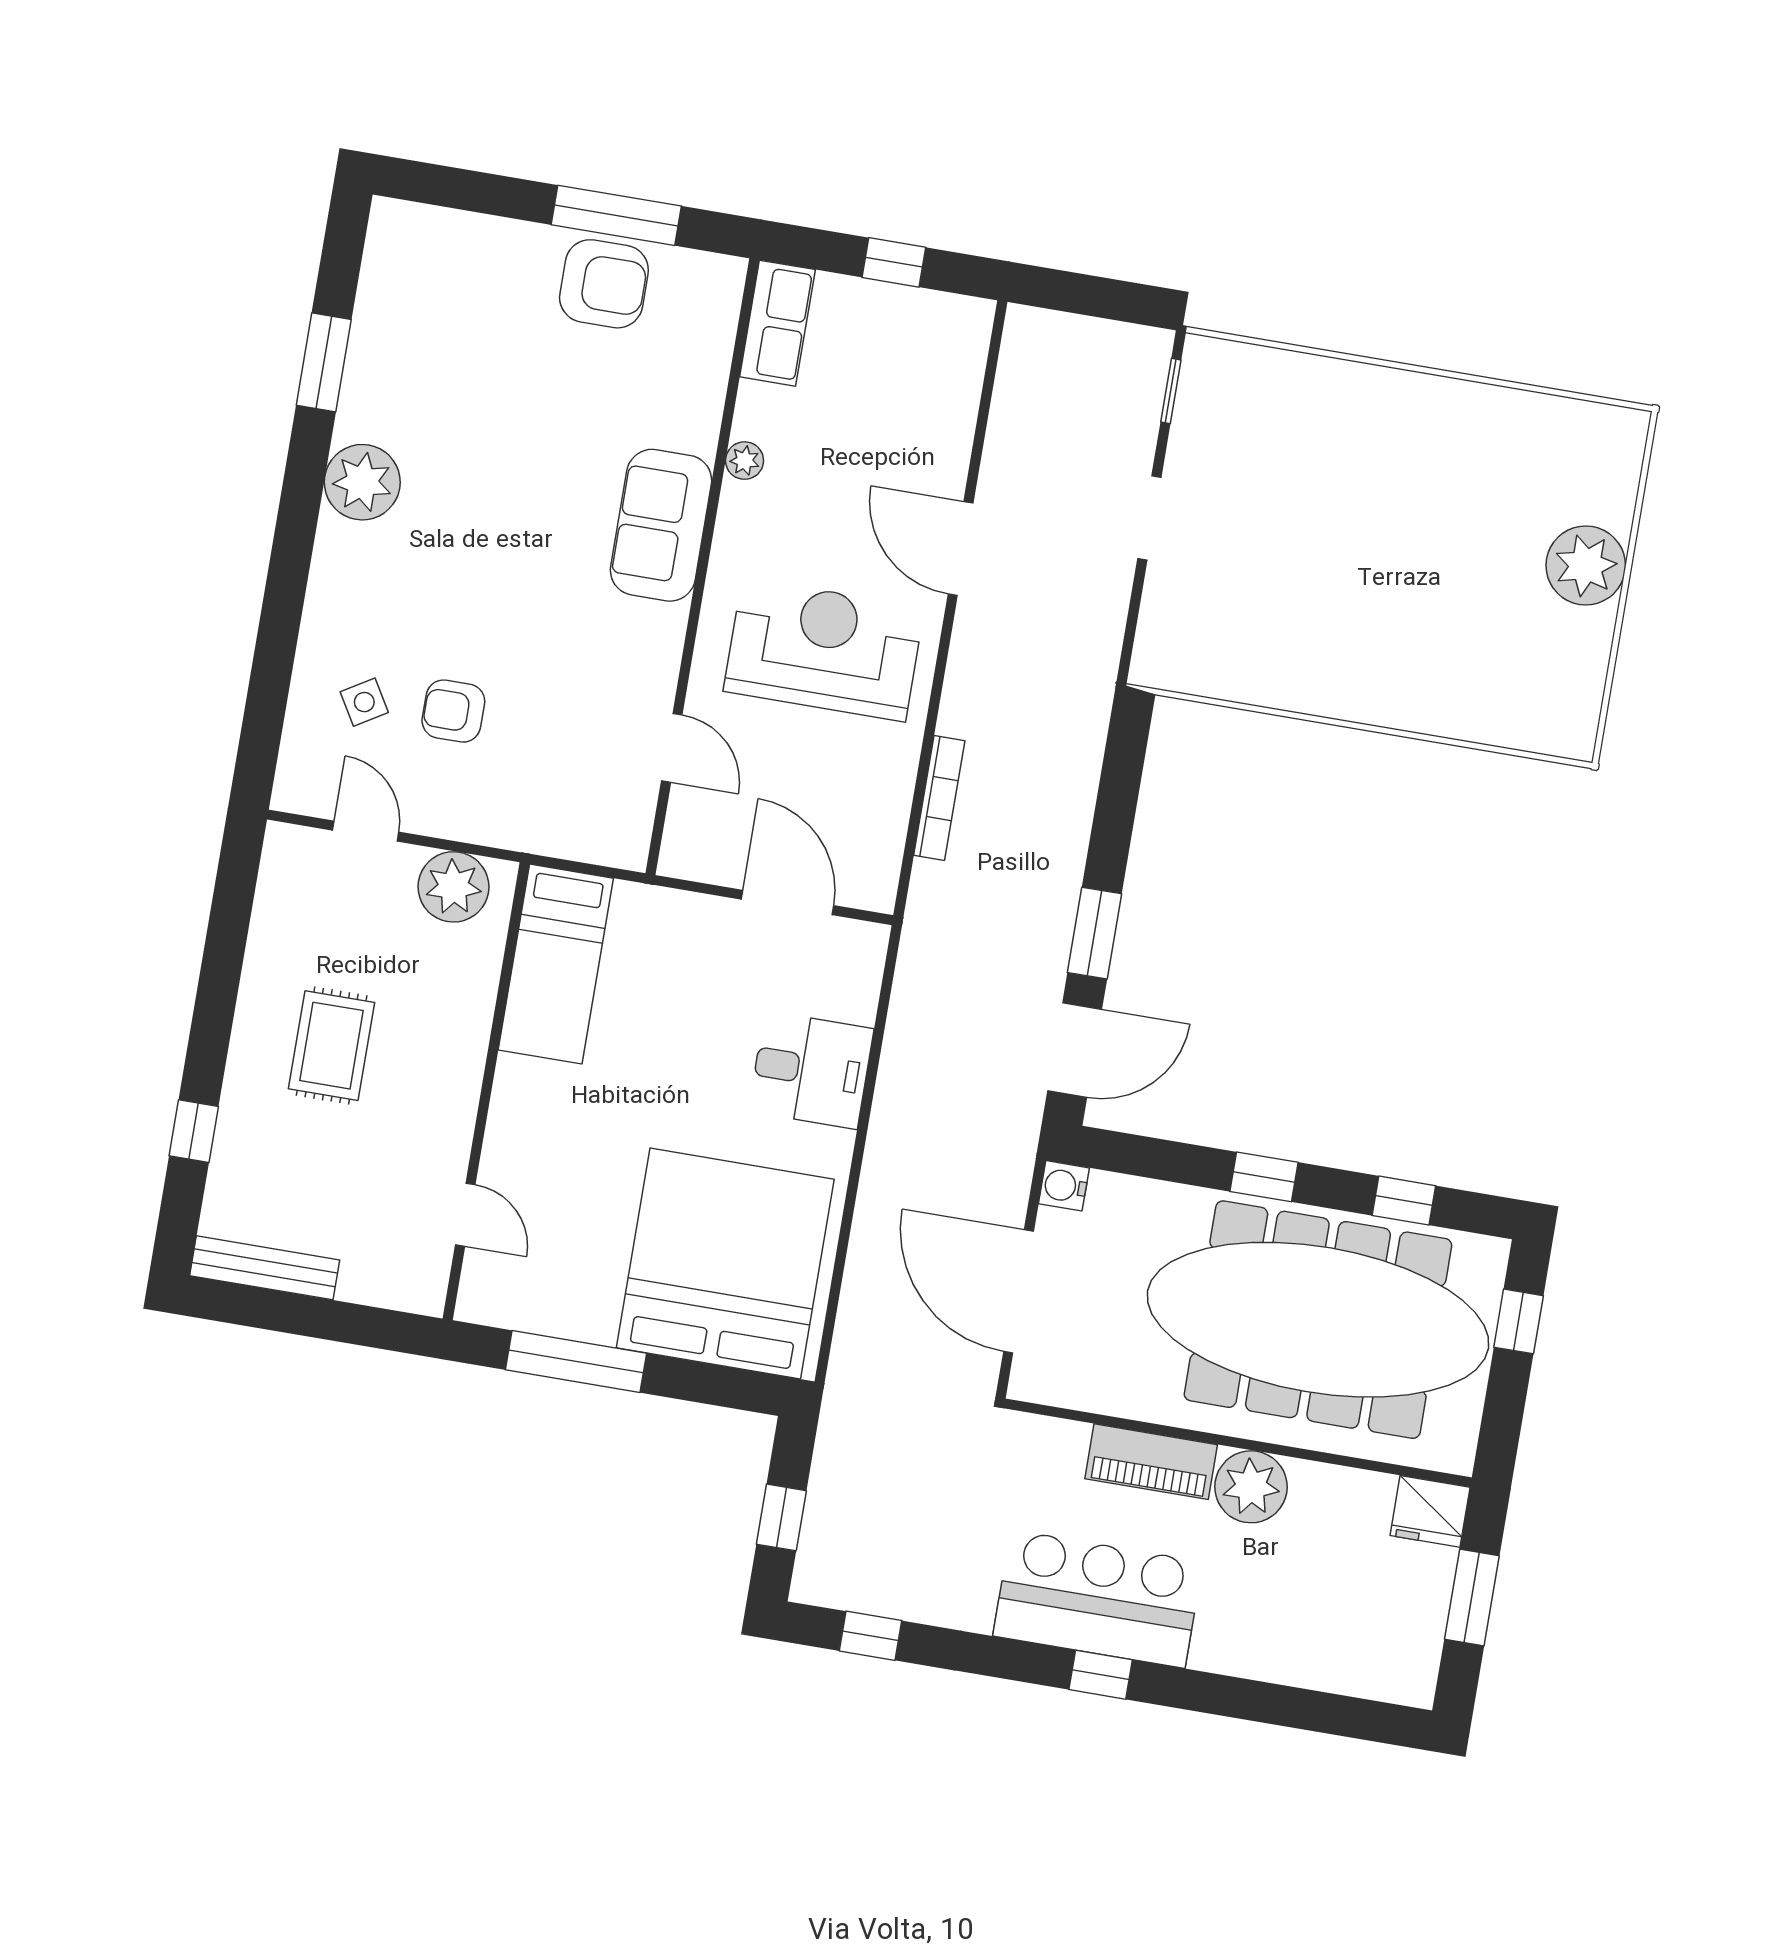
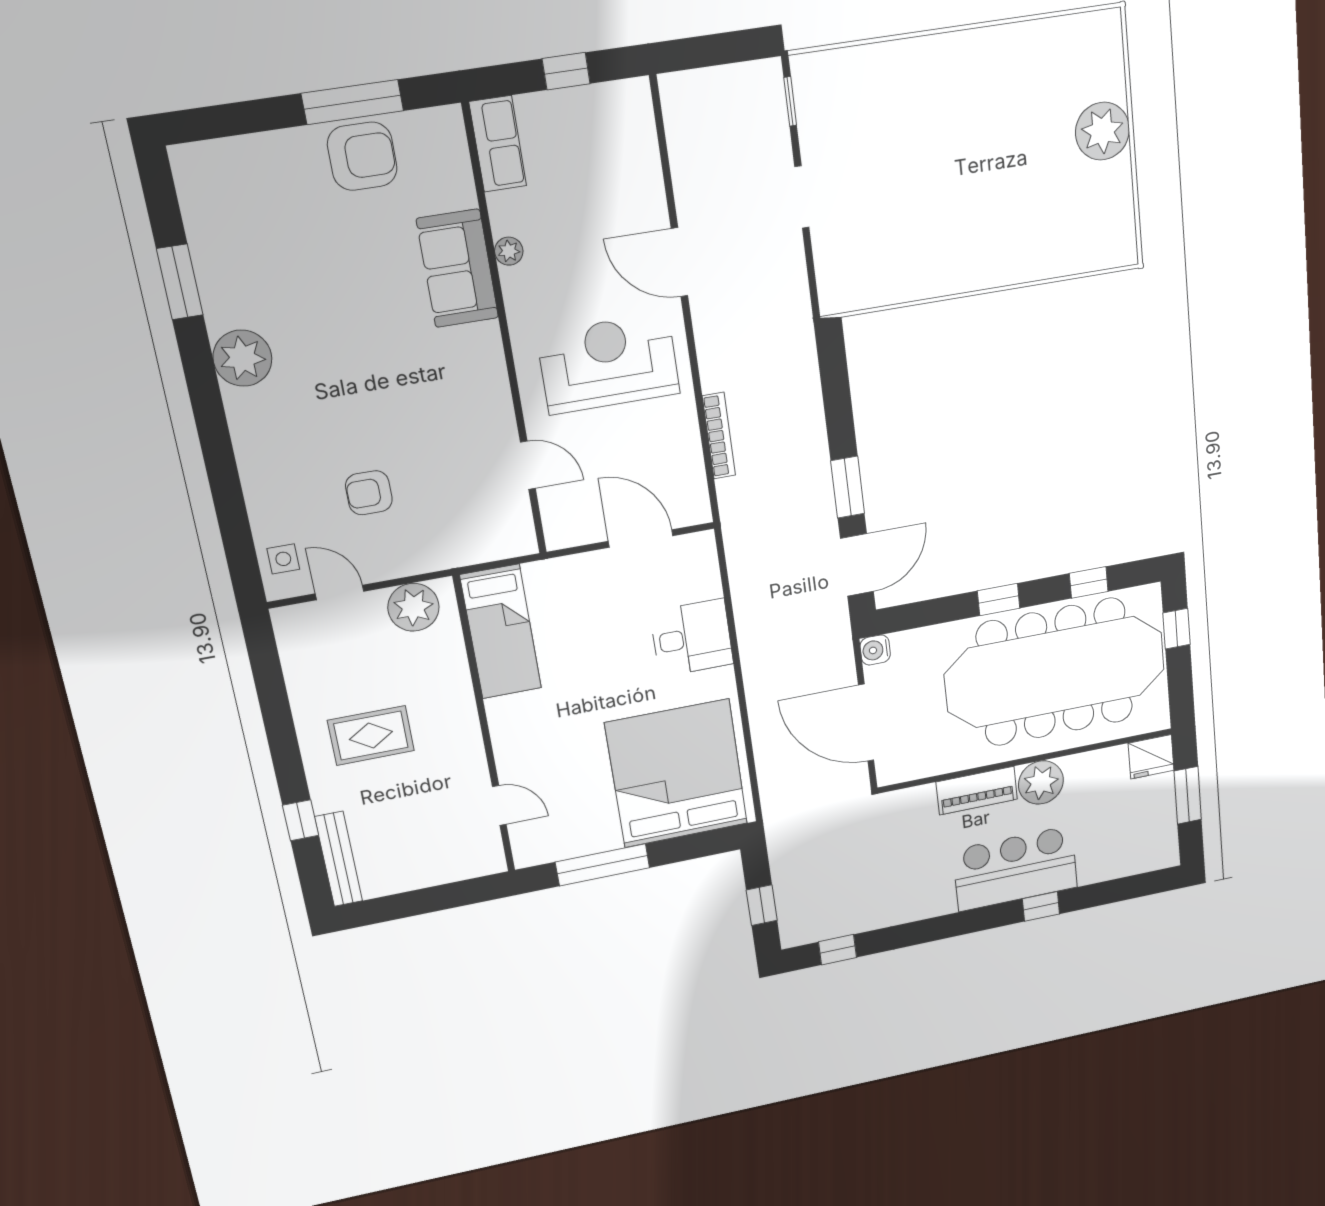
sofa: (661, 525) -> (458, 268), moved
side table: (364, 702) -> (283, 559), moved, turned 31
rug: (332, 1046) -> (371, 736), turned 90
bench: (265, 1268) -> (339, 859), moved, turned 90
bar counter: (1098, 1599) -> (1015, 869), moved
window: (1101, 1675) -> (1041, 906), moved

